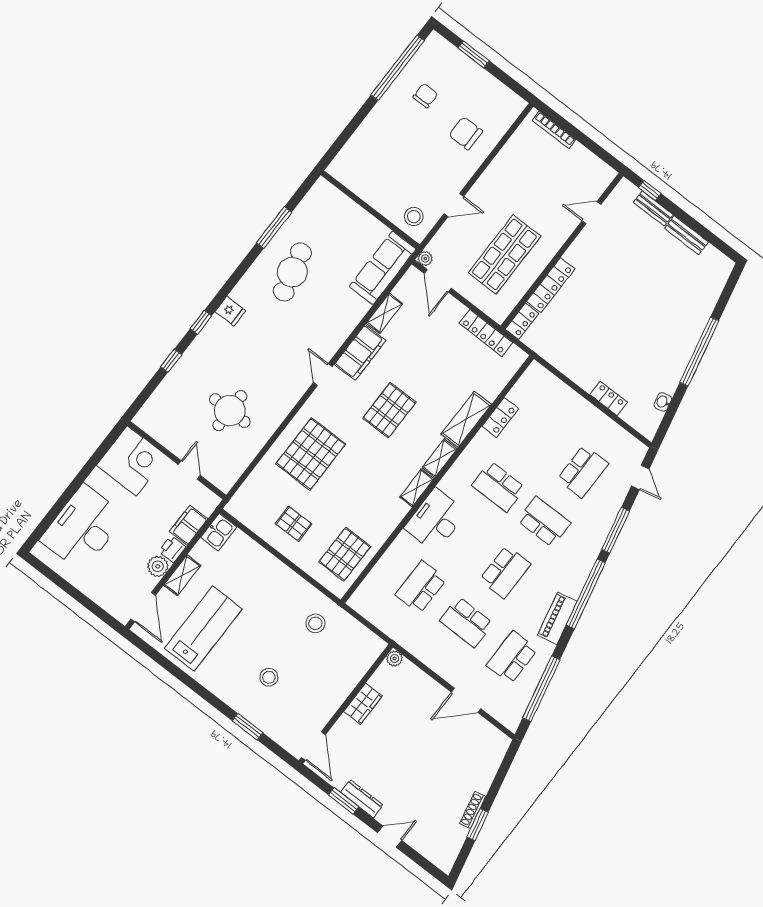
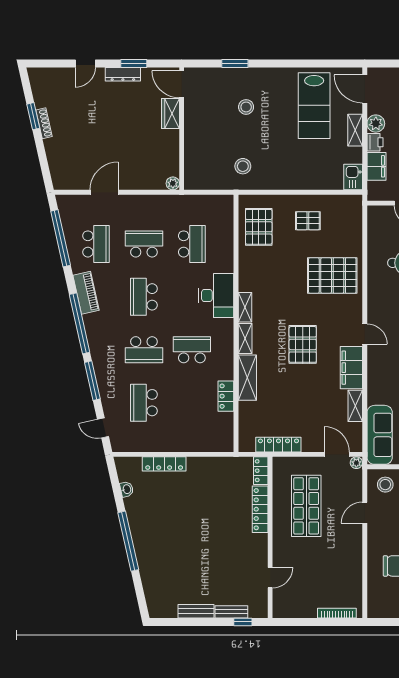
locker: (609, 398) -> (164, 464), width x1.53
pallet: (311, 454) -> (332, 275), turned 90
wardrobe: (363, 704) -> (171, 113), moved

